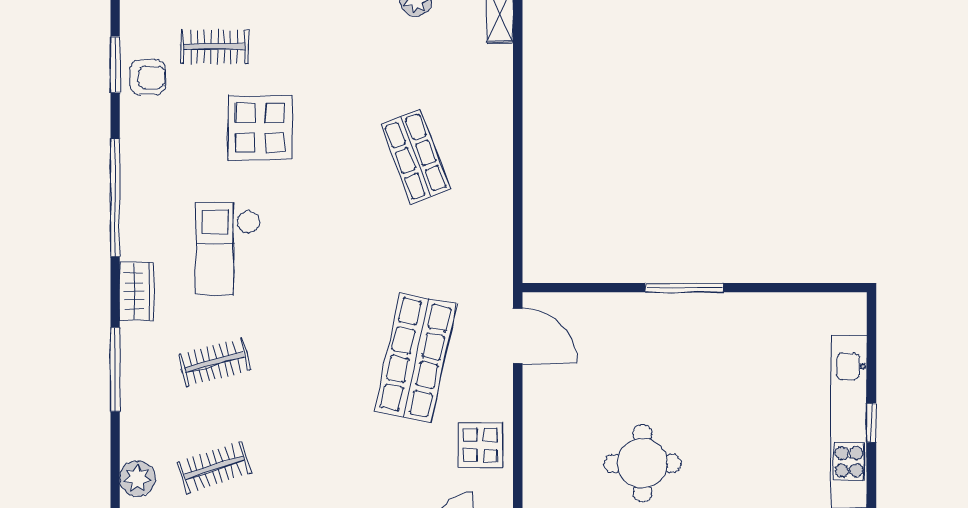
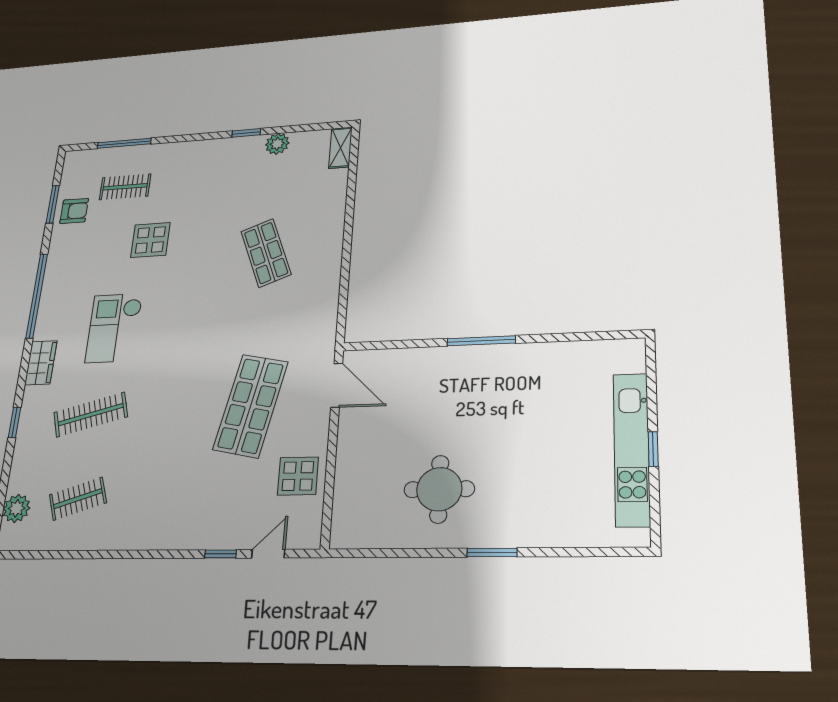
display table: (260, 128) -> (150, 240), width x0.73, depth x0.73
clothes rail: (214, 362) -> (91, 415), width x1.36
window: (115, 369) -> (15, 423), width x0.46

